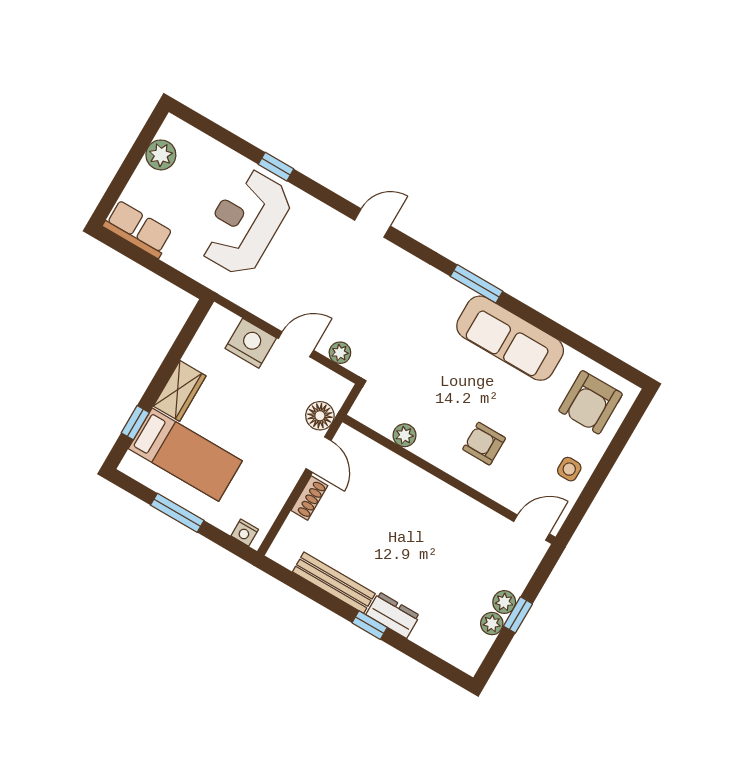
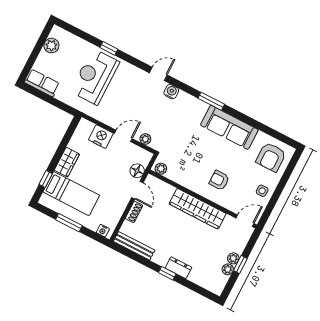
water cooler: (397, 260) -> (171, 92), added
plant: (405, 435) -> (161, 169), moved
wardrobe: (438, 499) -> (198, 209), added
bench: (334, 583) -> (134, 246), moved

